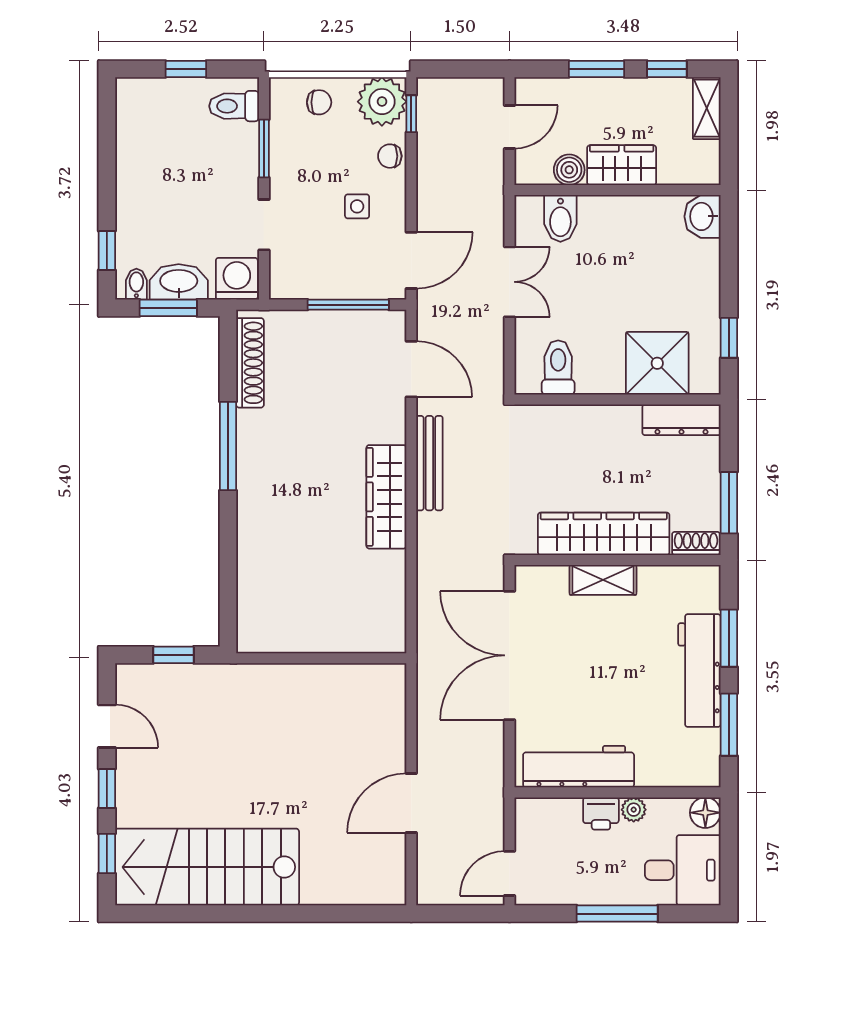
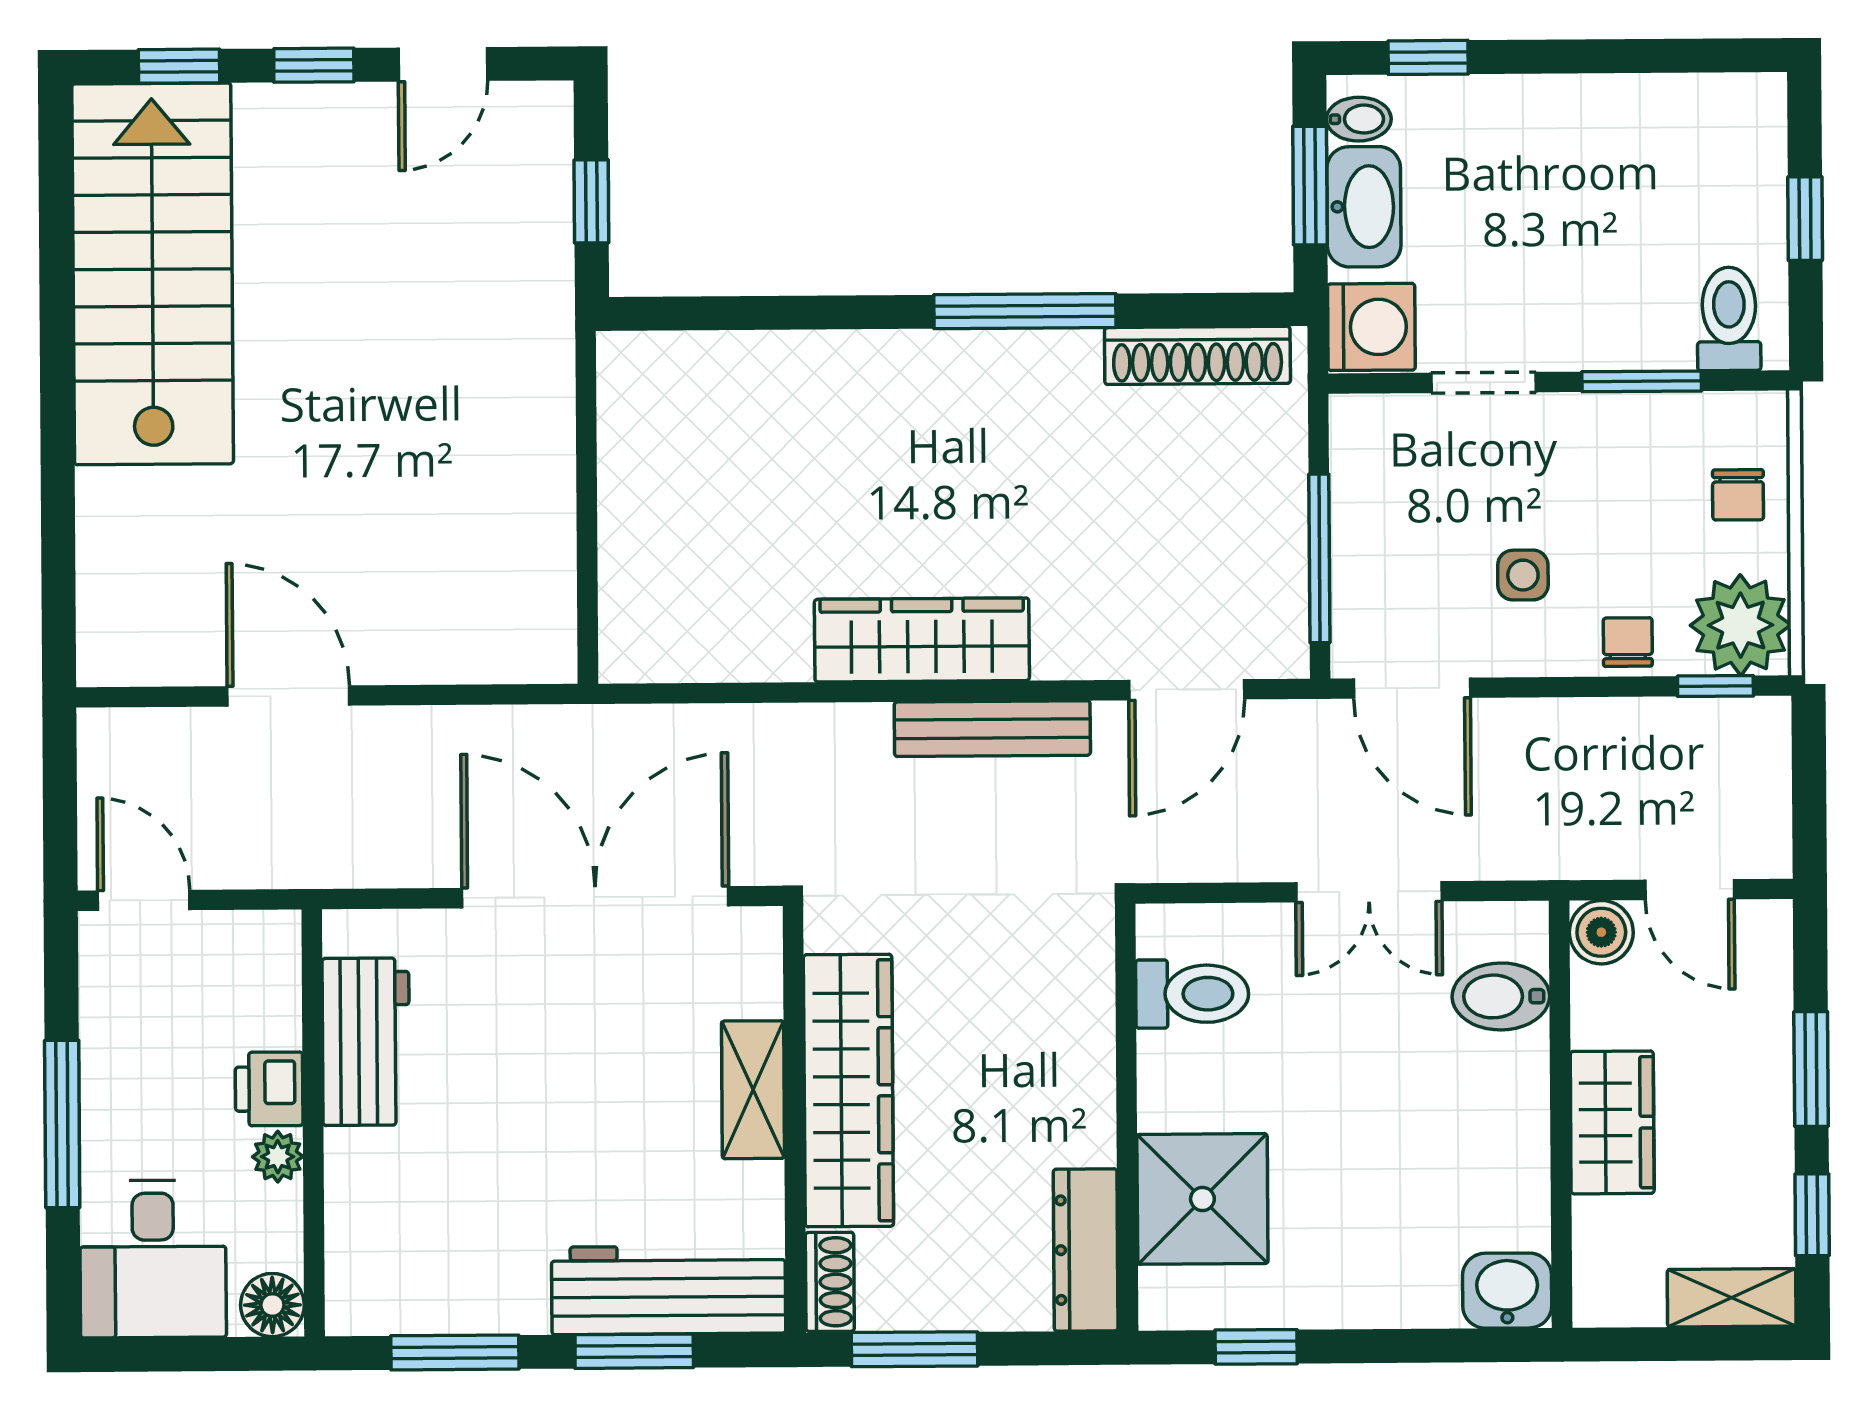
boiler: (569, 170) -> (1601, 932), moved
workbench: (699, 671) -> (669, 1290), moved
workbench: (579, 767) -> (366, 1042), width x0.73

